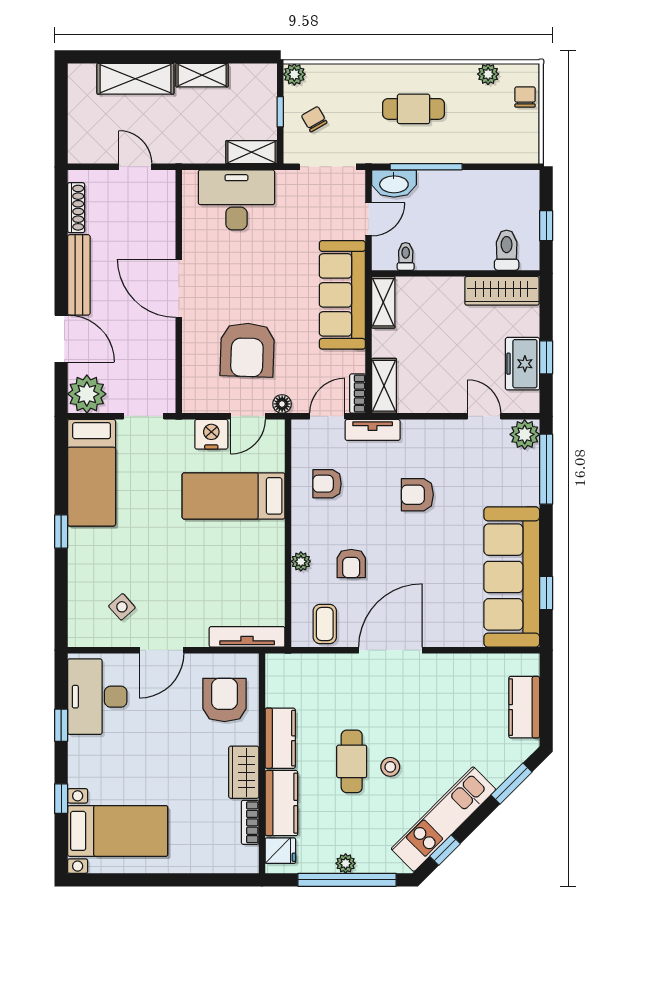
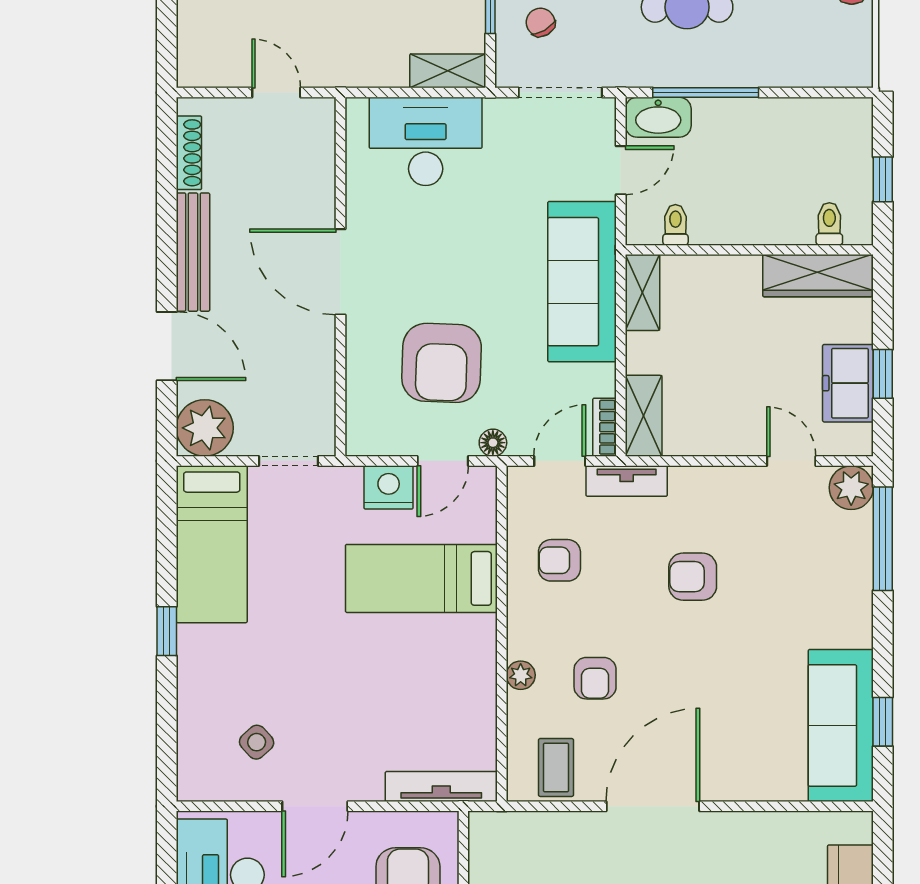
toilet: (507, 250) -> (829, 224), width x0.73, depth x0.72
sofa: (512, 577) -> (841, 725), width x0.74, depth x0.79

